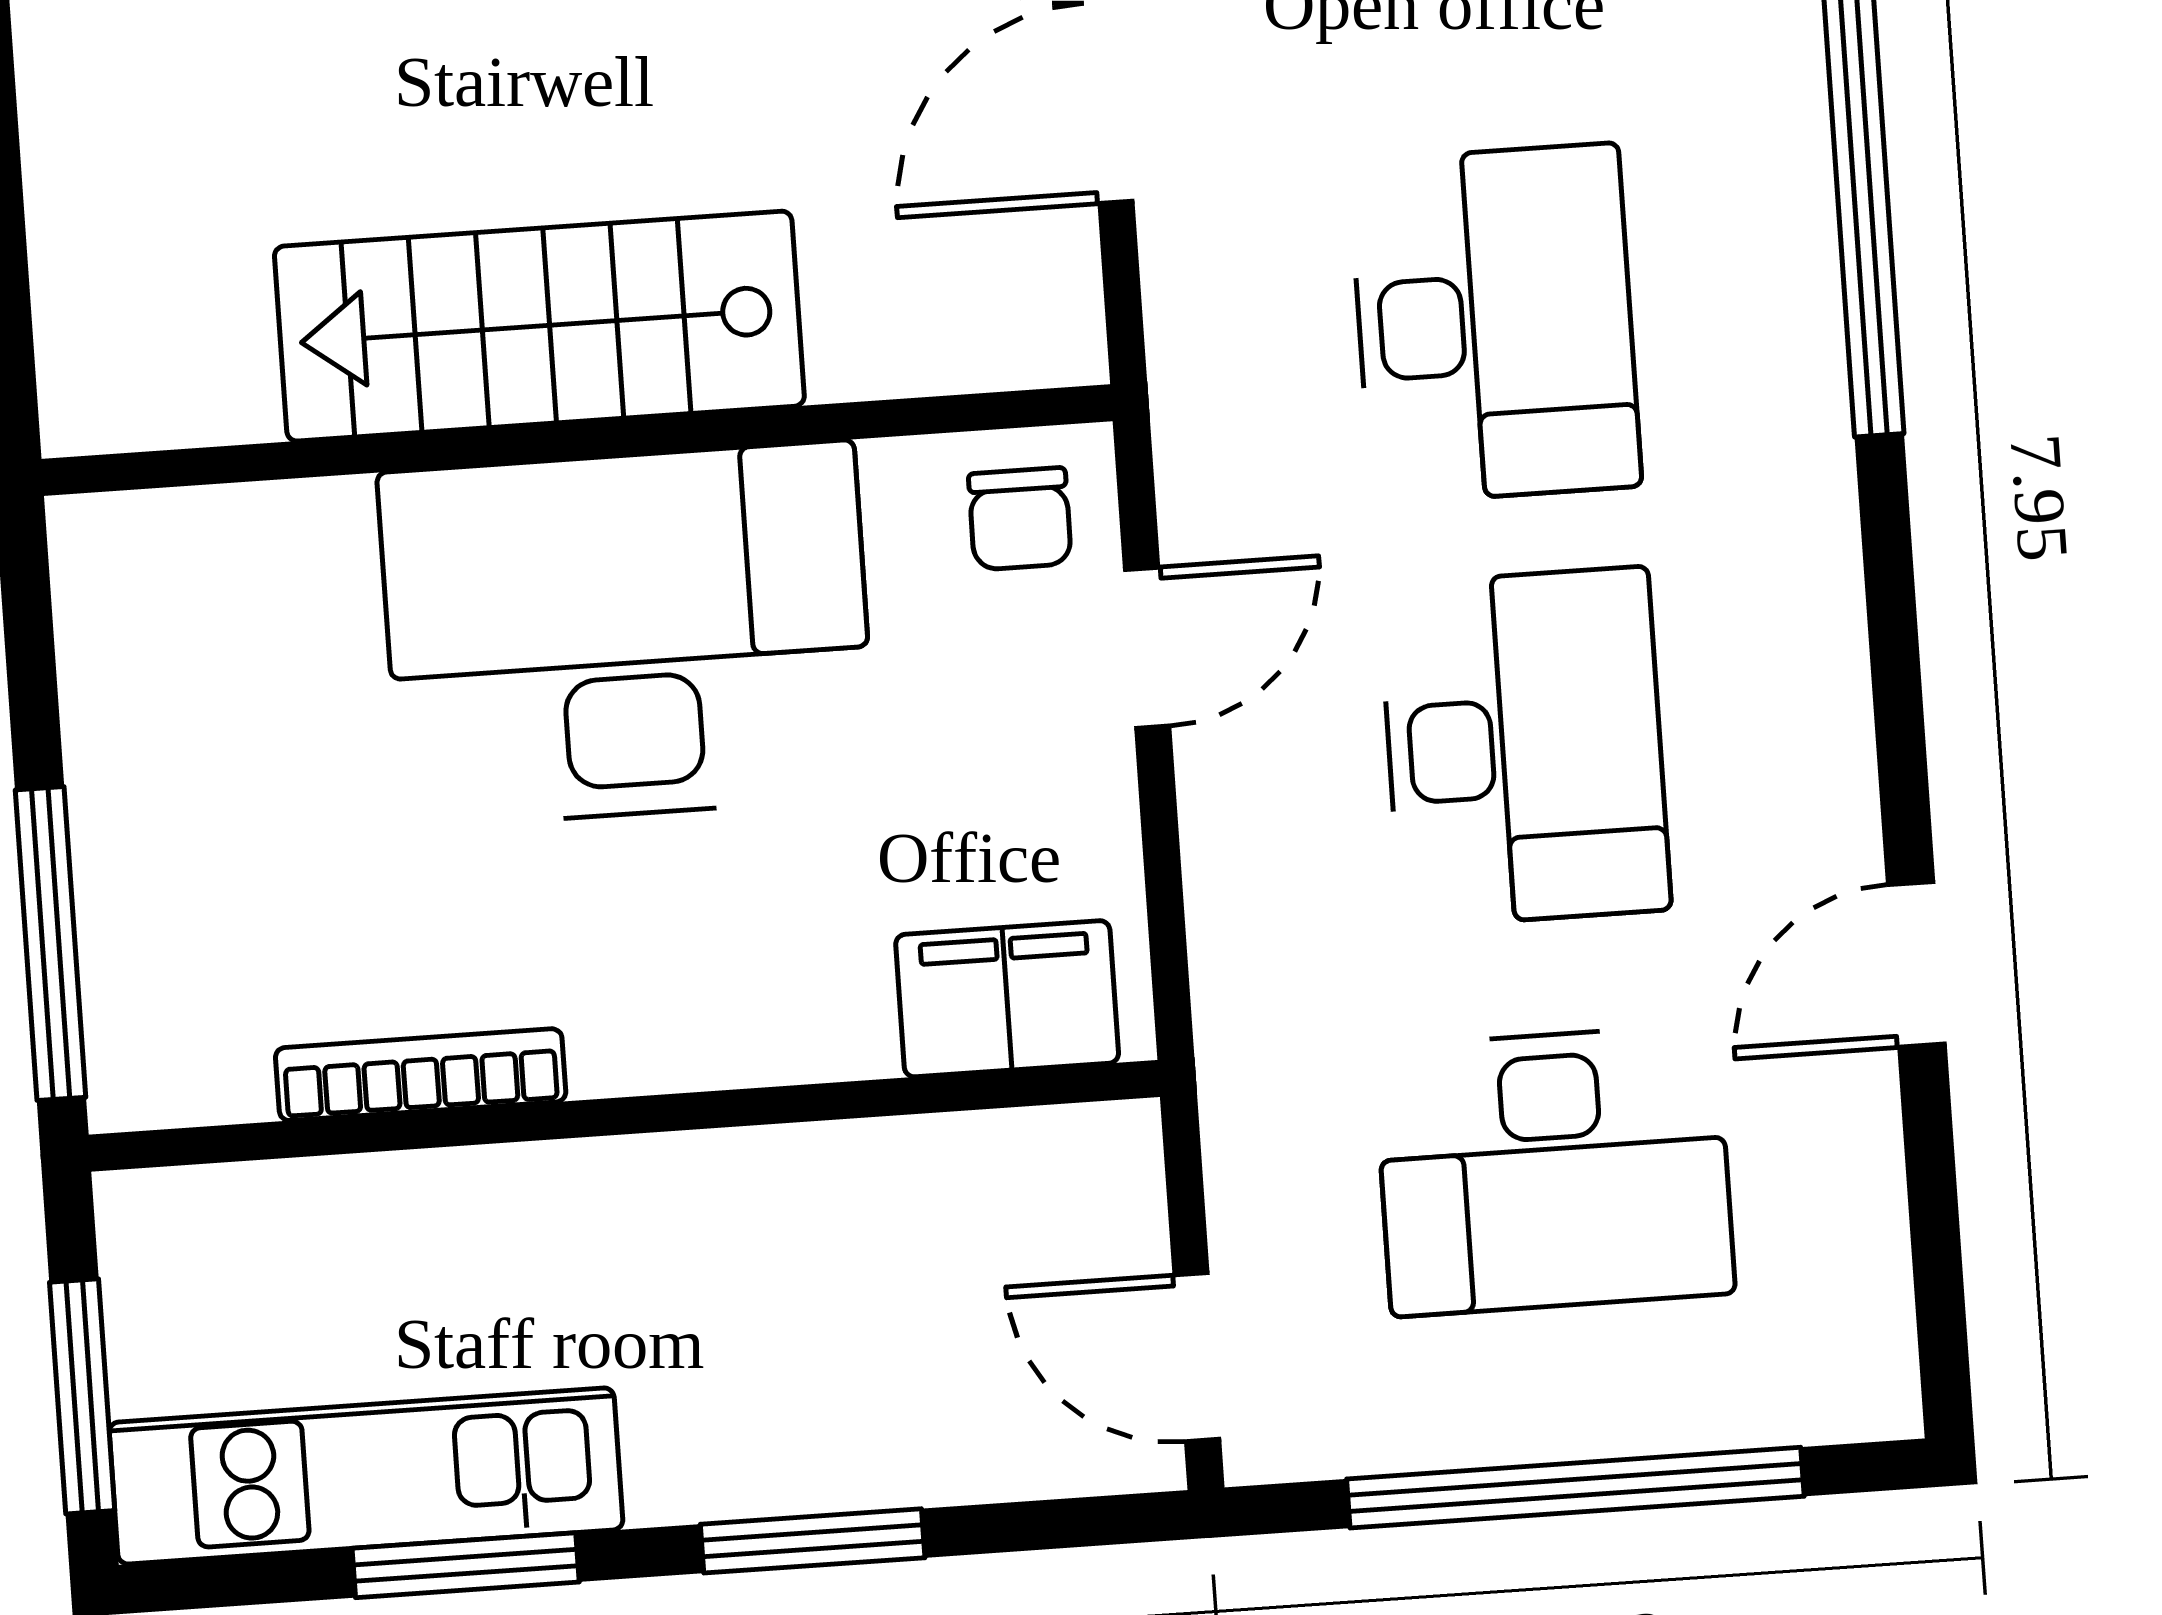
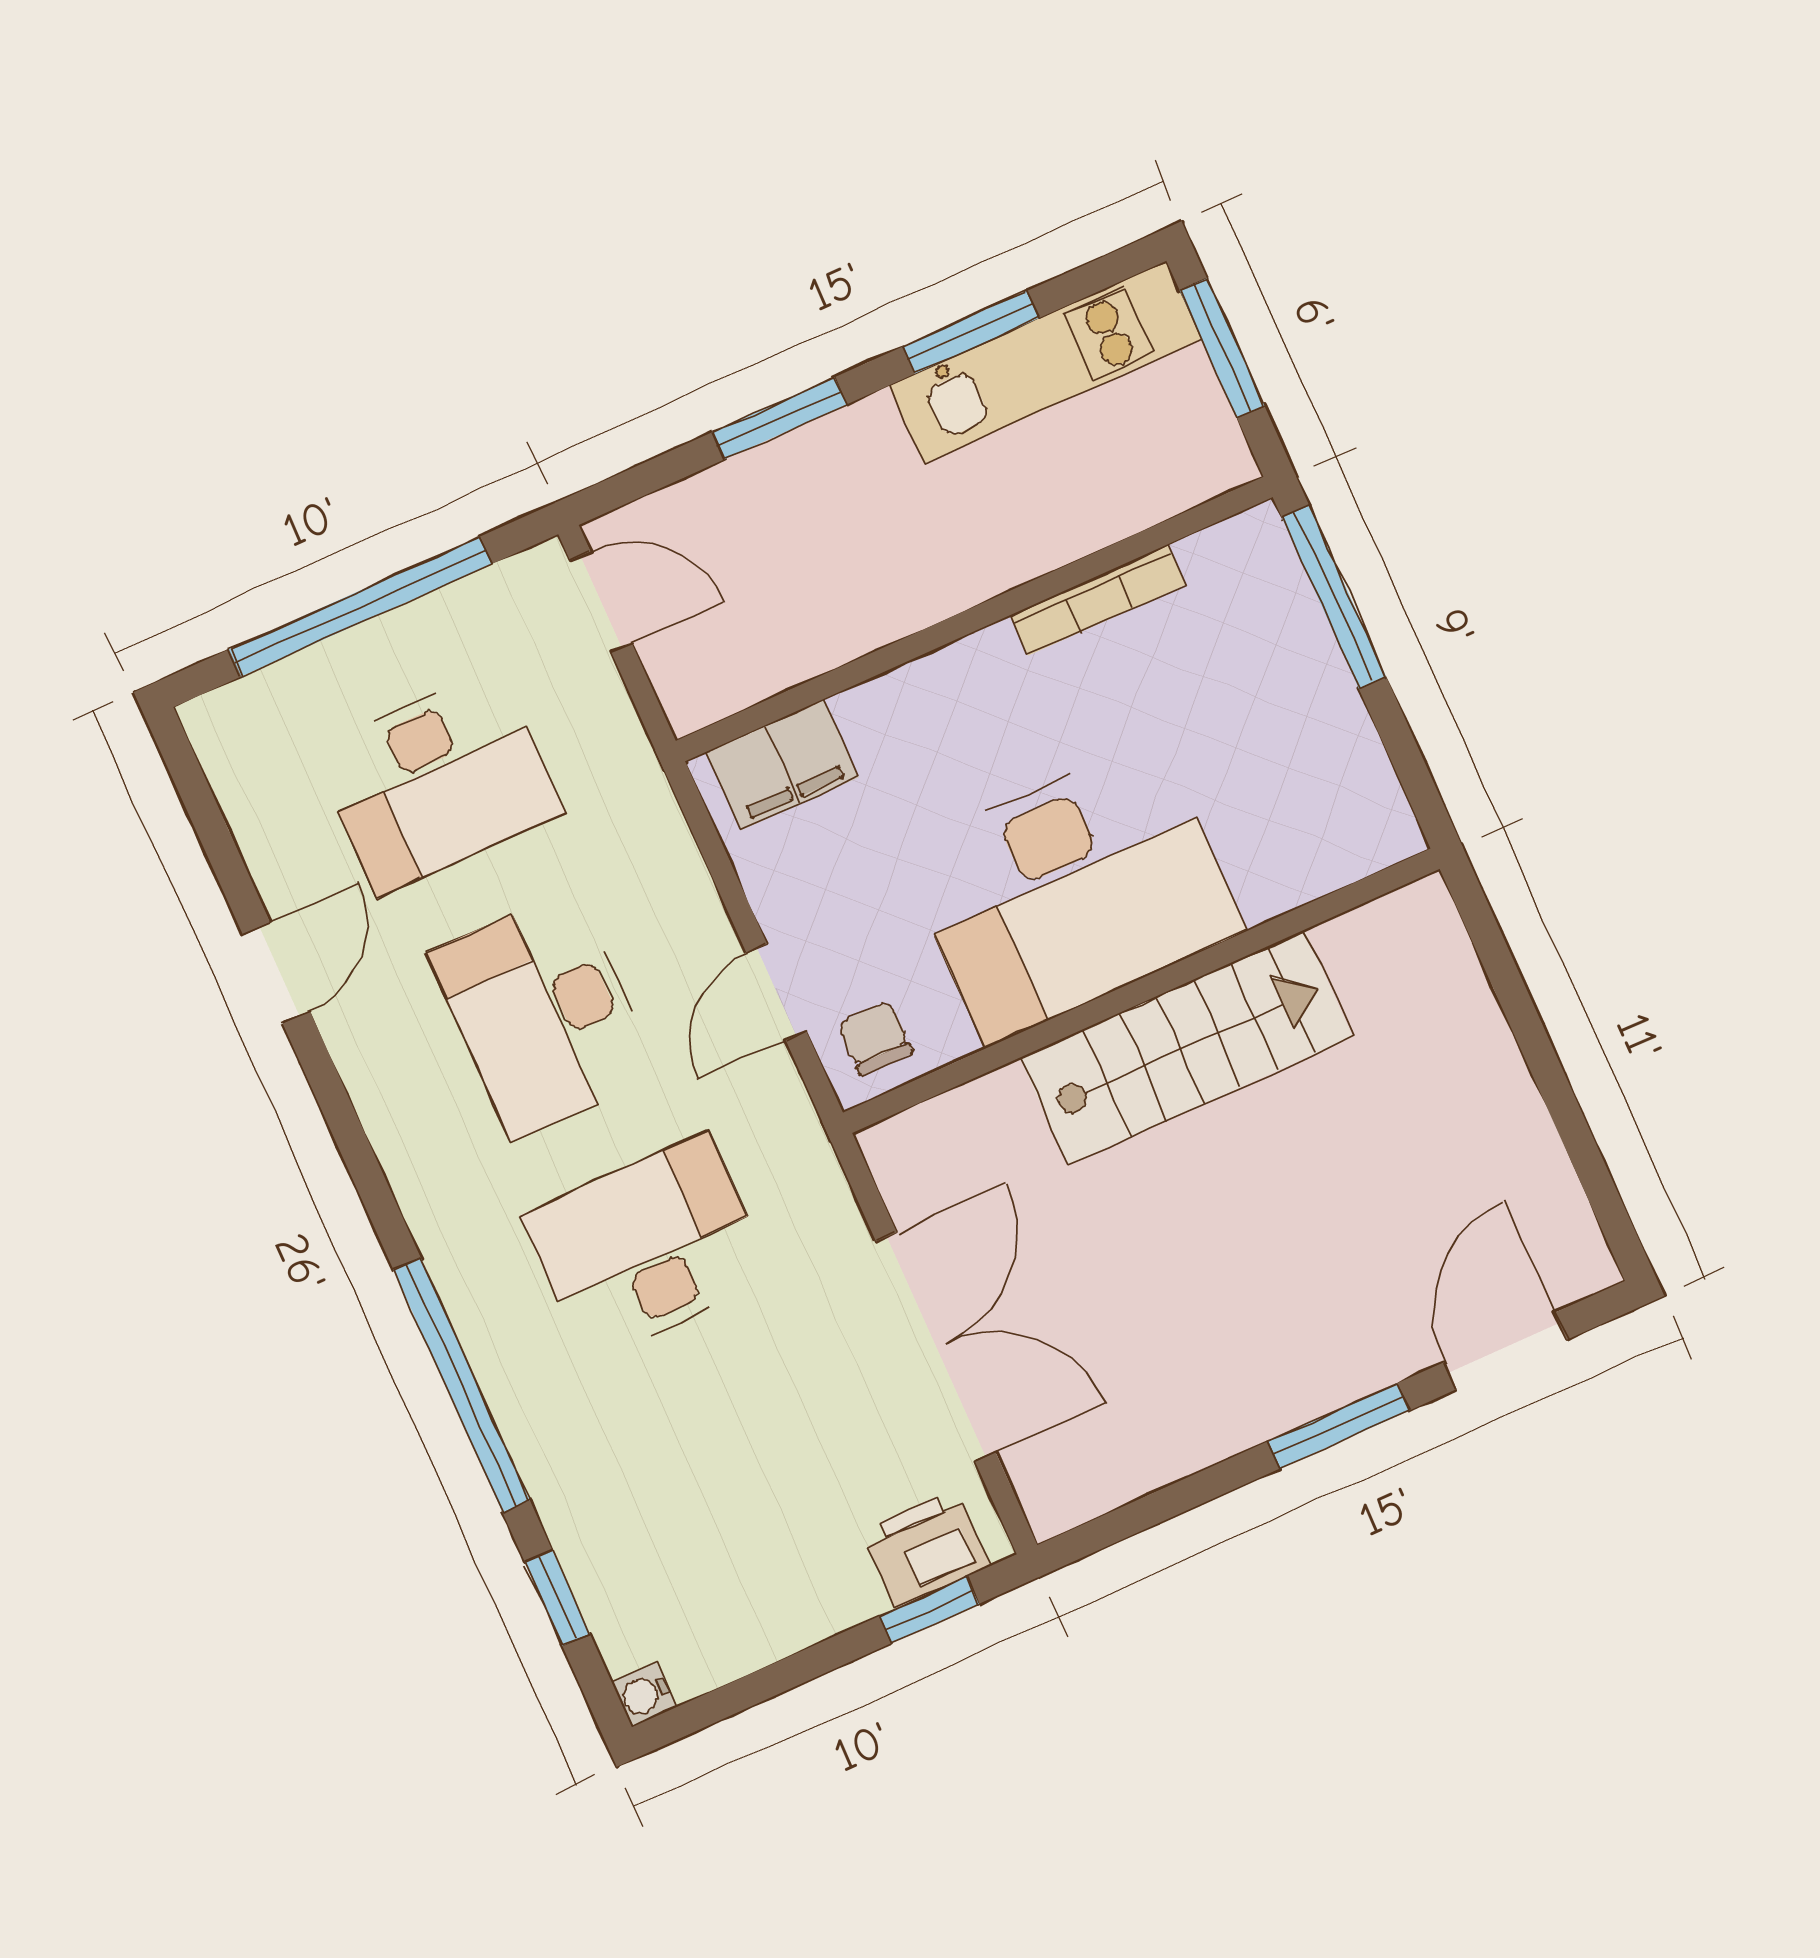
desk: (1495, 324) -> (647, 1247), turned 90
desk: (1554, 1170) -> (438, 781), turned 180

